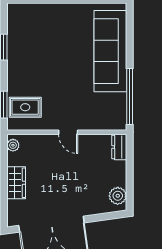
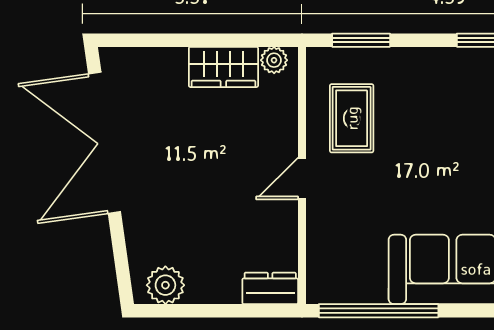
rug: (25, 107) -> (352, 118), moved
wardrobe: (16, 183) -> (223, 67), moved

